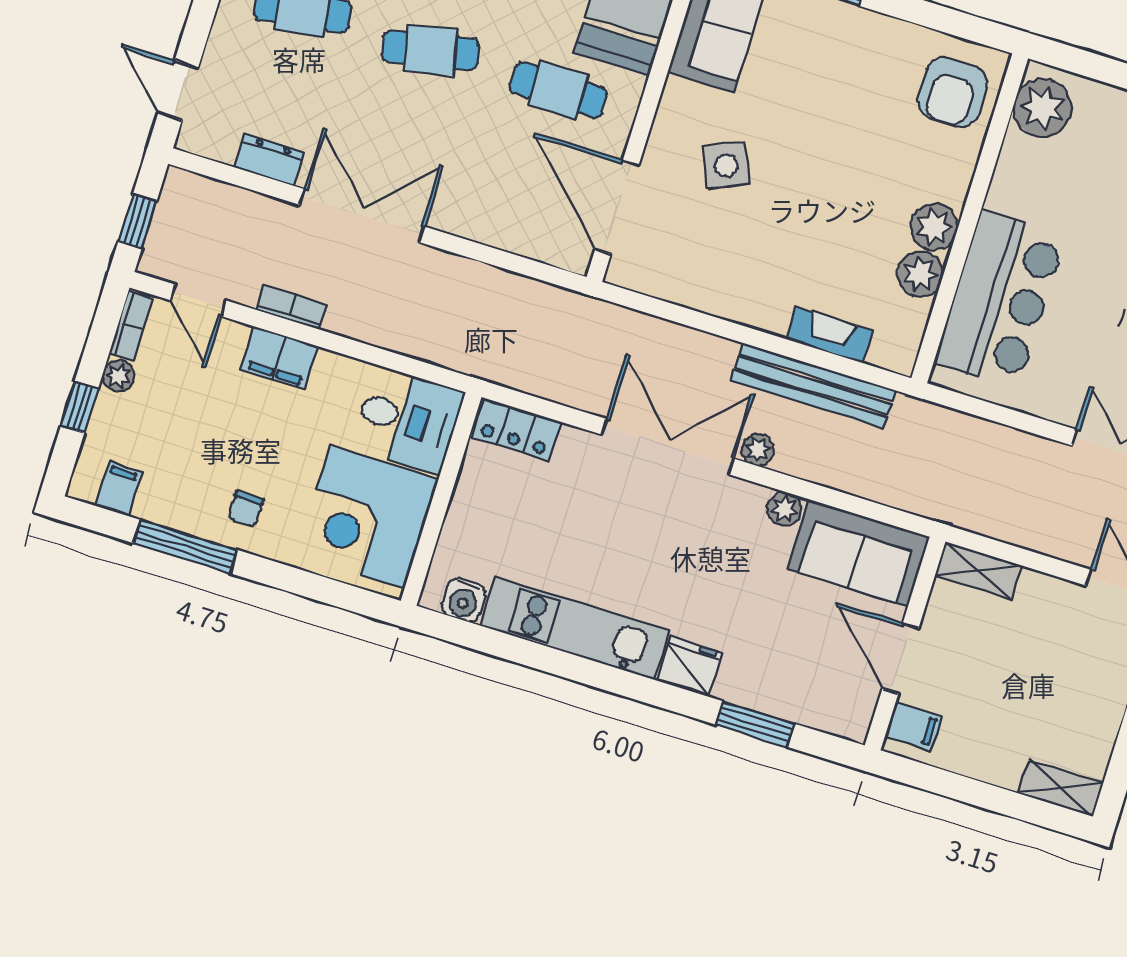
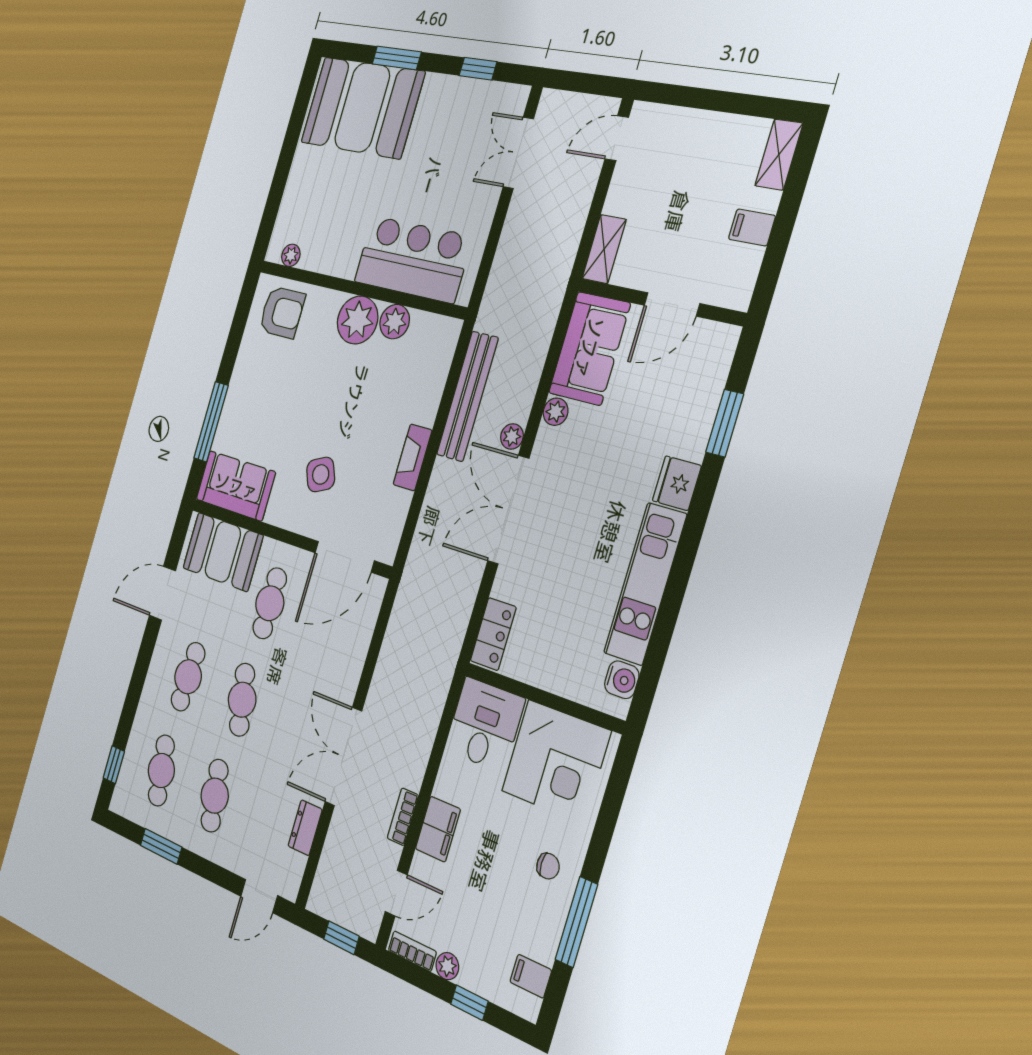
plant: (1043, 108) -> (291, 255), width x0.53, depth x0.53
plant: (934, 227) -> (358, 320), width x1.36, depth x1.36
fireplace: (830, 335) -> (413, 457), moved
filing cabinet: (913, 726) -> (752, 227), moved, turned -90

